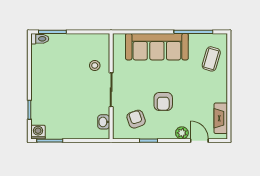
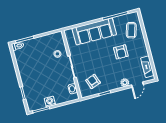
armchair: (163, 101) -> (121, 52), moved
washing machine: (38, 132) -> (50, 102), moved
door: (199, 141) -> (137, 85), swing flipped

